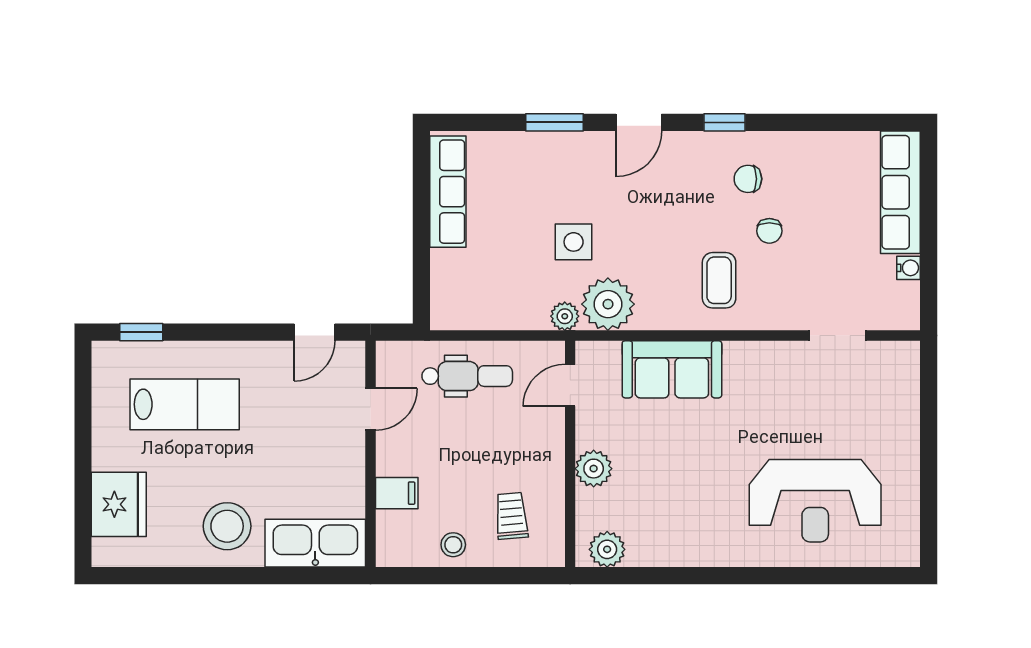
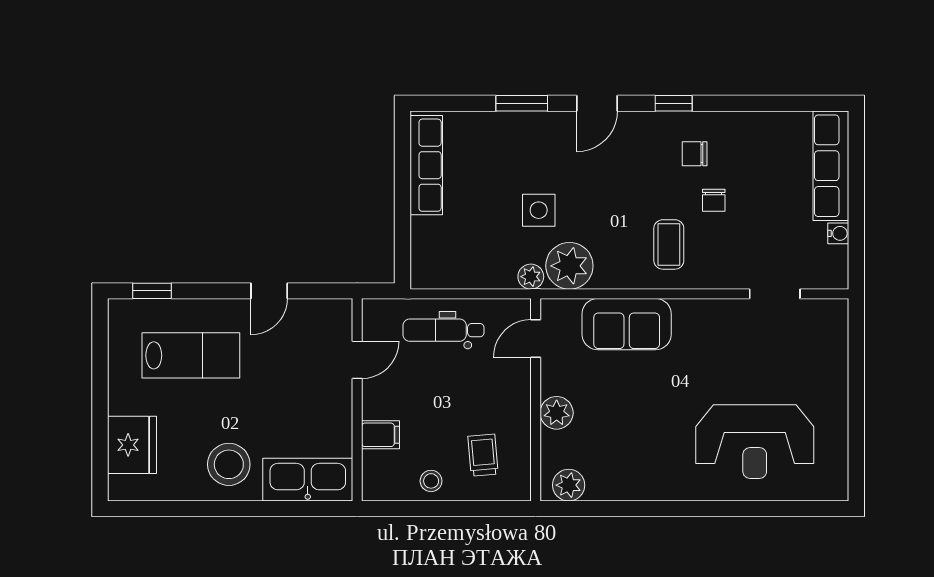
door: (314, 332) -> (269, 291), moved
dental chair: (467, 376) -> (444, 330), turned 180

